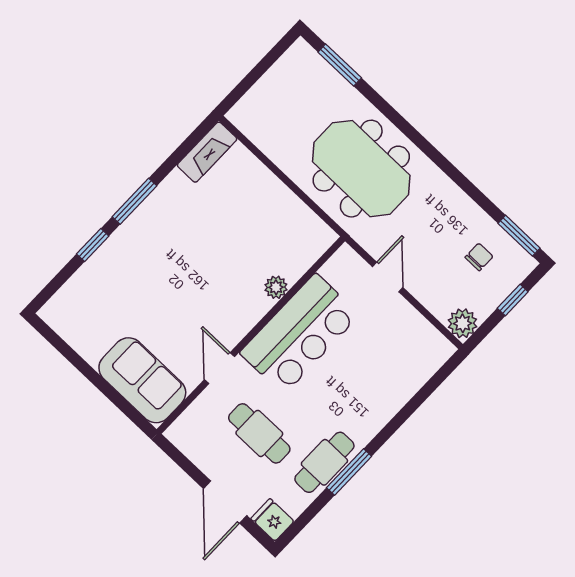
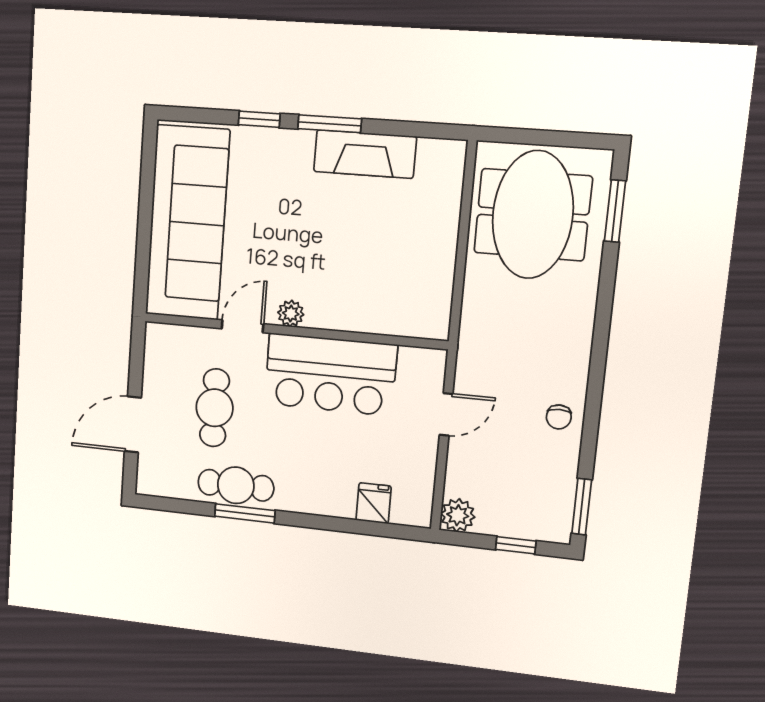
fireplace: (207, 152) -> (365, 154), moved, width x1.37, depth x1.32
meeting table: (361, 169) -> (533, 215), moved
chair: (479, 257) -> (559, 417), moved, turned 90
plant: (276, 287) -> (291, 314), moved
sofa: (142, 380) -> (187, 223), width x1.85, depth x1.27
fridge: (272, 520) -> (374, 503), moved

